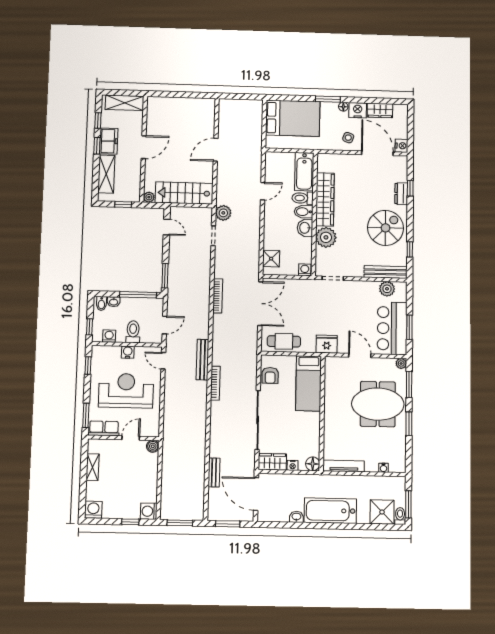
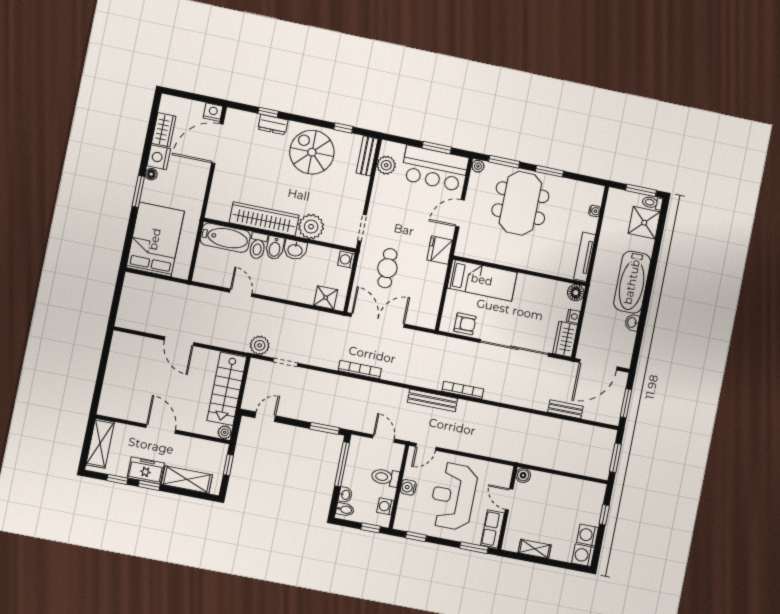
side table: (348, 138) -> (192, 176), removed
bench: (386, 272) -> (367, 156), width x0.73
cafe table: (284, 341) -> (387, 268), moved
washing machine: (149, 511) -> (588, 535), moved, turned 90

